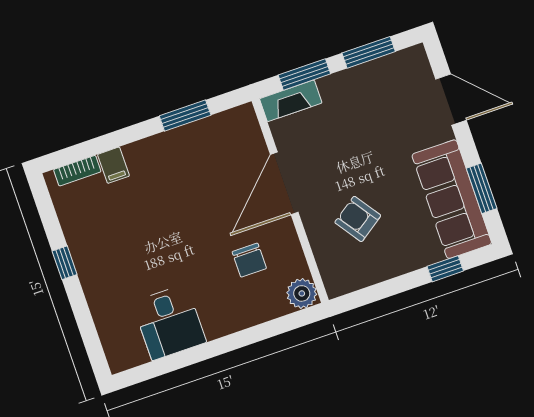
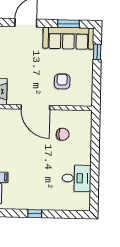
armchair: (358, 219) -> (62, 81), turned 125
plant: (302, 293) -> (85, 117), removed

